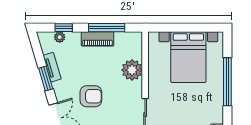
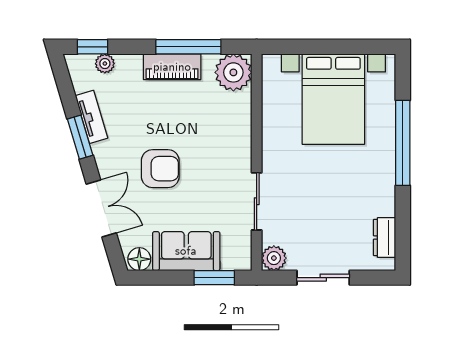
window: (64, 28) -> (93, 47), moved
plant: (132, 70) -> (233, 72), moved

